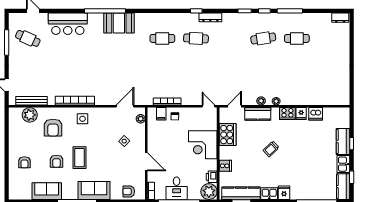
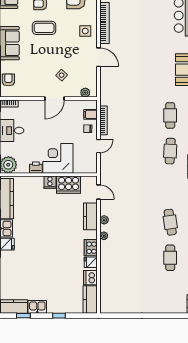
door: (125, 106) -> (98, 57), moved
door: (209, 106) -> (98, 146), moved
kitchen counter: (343, 141) -> (90, 300), moved, turned -90
trolley: (271, 149) -> (53, 230), removed
door: (146, 162) -> (55, 98), moved
cooker: (225, 166) -> (50, 182), moved
printer: (212, 177) -> (36, 168), moved

